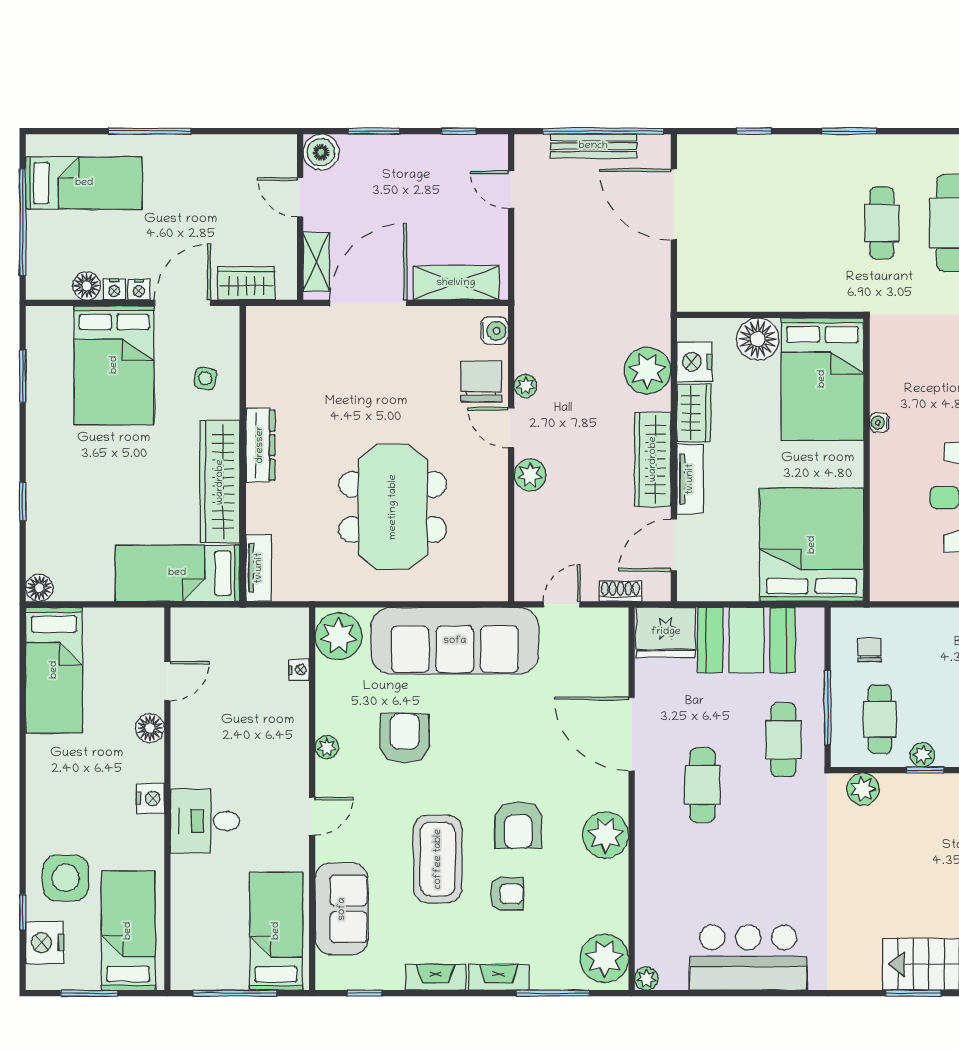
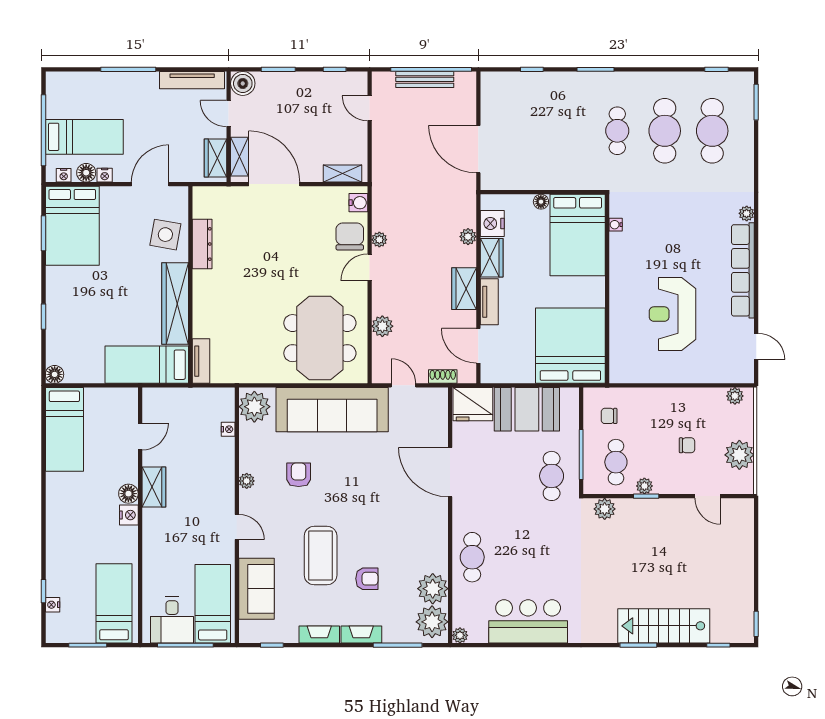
tv unit: (245, 147) -> (192, 80), added
bed: (84, 183) -> (84, 137), moved
door: (674, 205) -> (478, 149), moved
wardrobe: (246, 283) -> (216, 158), moved, turned -90
shelving: (456, 283) -> (343, 174), width x0.67, depth x0.75
nightstand: (139, 290) -> (64, 175), moved
door: (368, 303) -> (274, 184), hinge flipped
floor lamp: (758, 339) -> (541, 202), width x0.53, depth x0.53
bed: (114, 365) -> (72, 226), moved
plant: (647, 371) -> (468, 237), width x0.53, depth x0.53
side table: (205, 378) -> (165, 235), width x1.87, depth x1.87
water cooler: (879, 423) -> (616, 225), moved
door: (511, 428) -> (370, 267), hinge flipped
dresser: (260, 445) -> (202, 244), moved
wardrobe: (653, 459) -> (464, 289), width x0.67
plant: (530, 475) -> (382, 326), moved
meeting table: (393, 507) -> (320, 338), moved
door: (674, 545) -> (478, 346), hinge flipped
door: (562, 604) -> (403, 385), hinge flipped
chair: (869, 650) -> (609, 416), turned -90
floor lamp: (150, 728) -> (128, 494), moved
armchair: (405, 738) -> (299, 475), width x0.72, depth x0.72
wardrobe: (188, 756) -> (154, 487), added
cafe table: (702, 785) -> (472, 557), moved
door: (312, 816) -> (237, 527), hinge flipped
desk: (205, 821) -> (172, 620), moved, turned -90
armchair: (518, 825) -> (374, 533), removed
plant: (606, 835) -> (433, 589), moved
side table: (66, 878) -> (72, 568), removed
nightstand: (45, 943) -> (53, 605), width x0.53, depth x0.56

